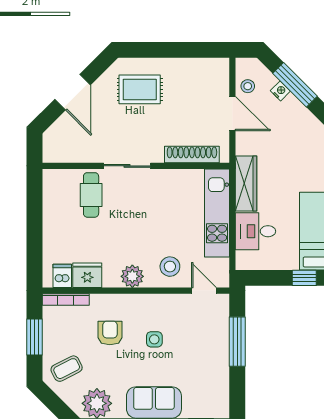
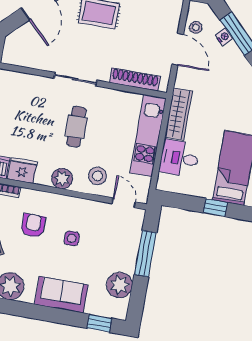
cafe table: (91, 195) -> (76, 127), moved
plant: (215, 381) -> (120, 285), added

